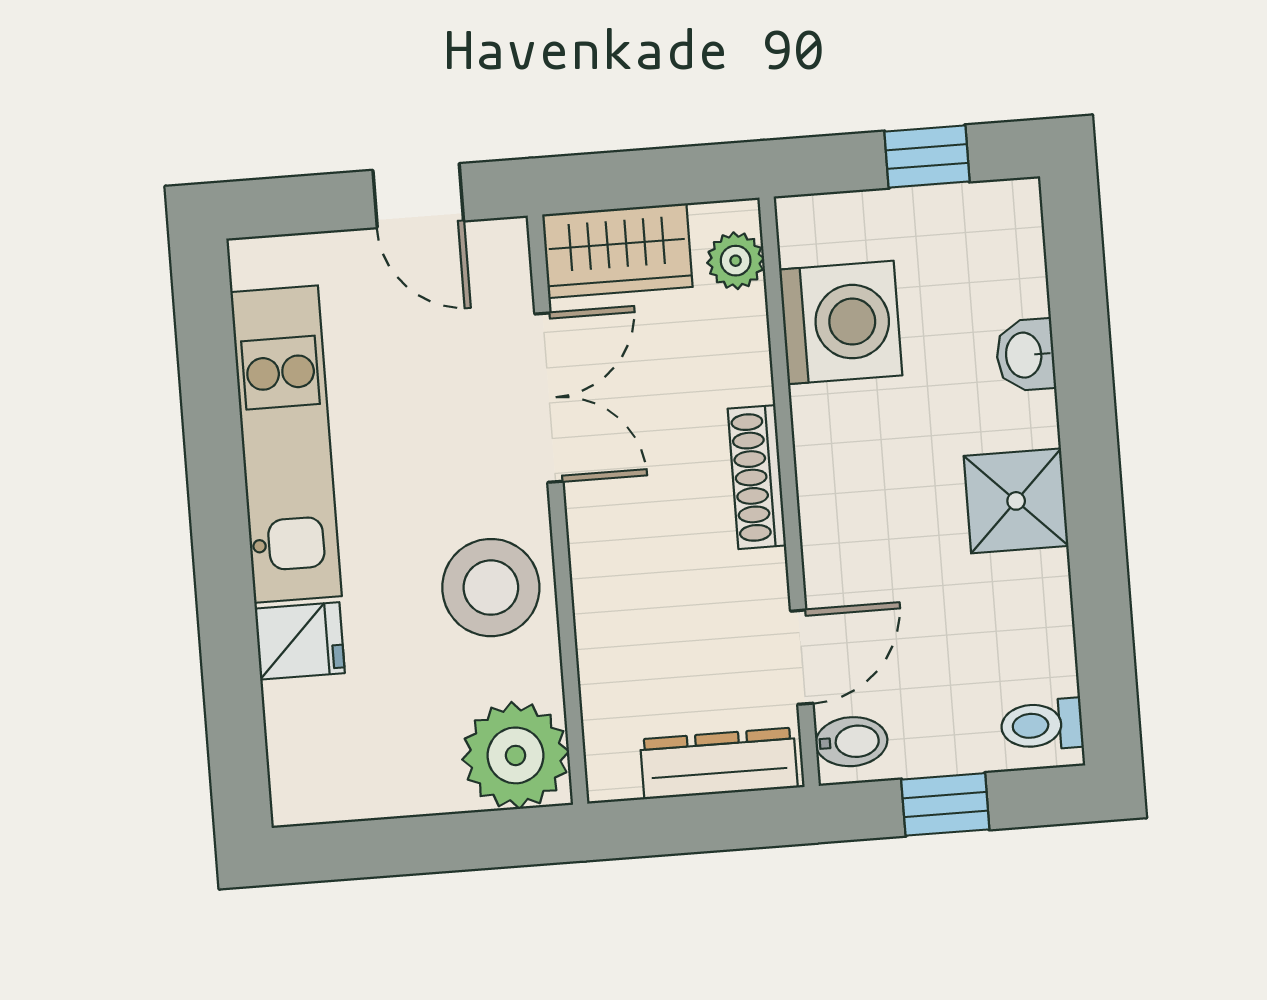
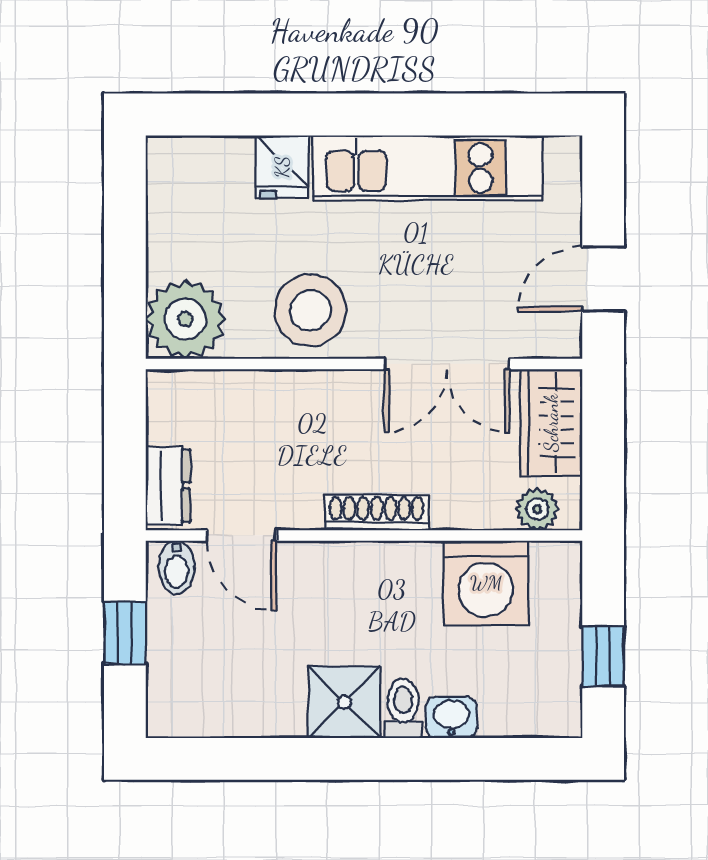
toilet: (1042, 725) -> (403, 708), moved
dresser: (719, 763) -> (168, 486), width x0.70

